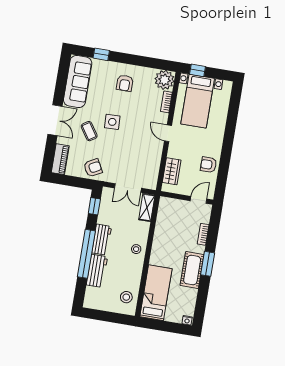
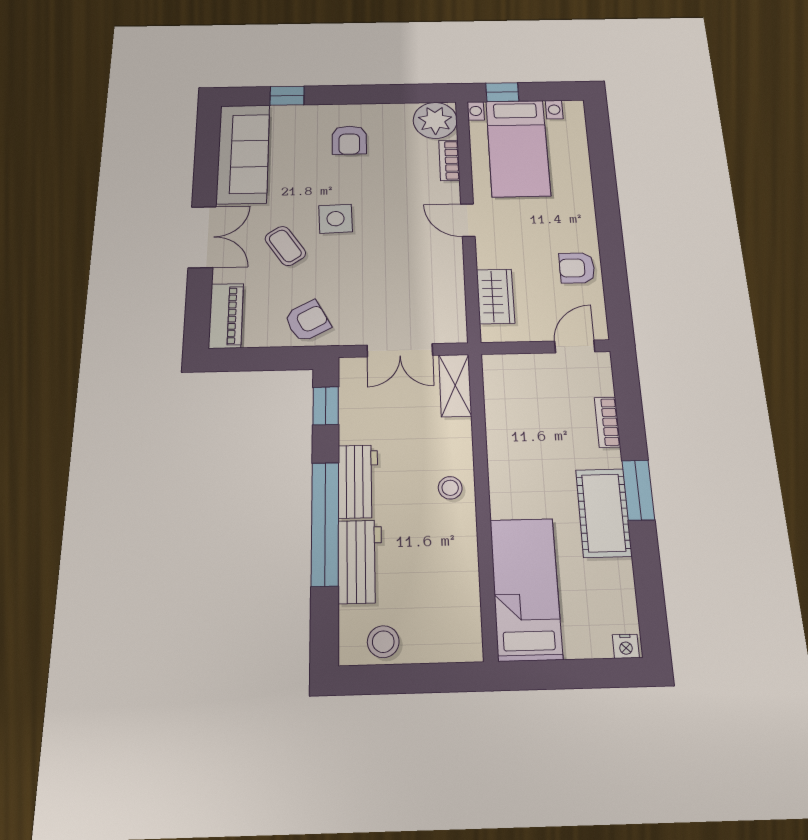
stool: (126, 297) -> (383, 642), moved

